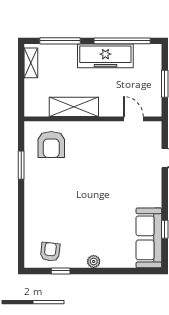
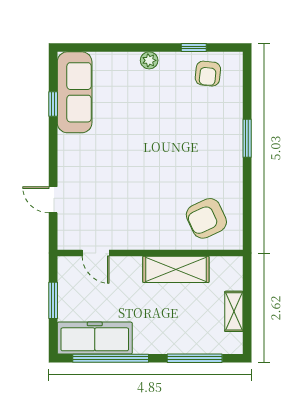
freezer: (105, 56) -> (95, 338), moved
shelving: (31, 63) -> (234, 311), moved
armchair: (51, 145) -> (206, 218), turned -115
window: (21, 165) -> (247, 138), moved

